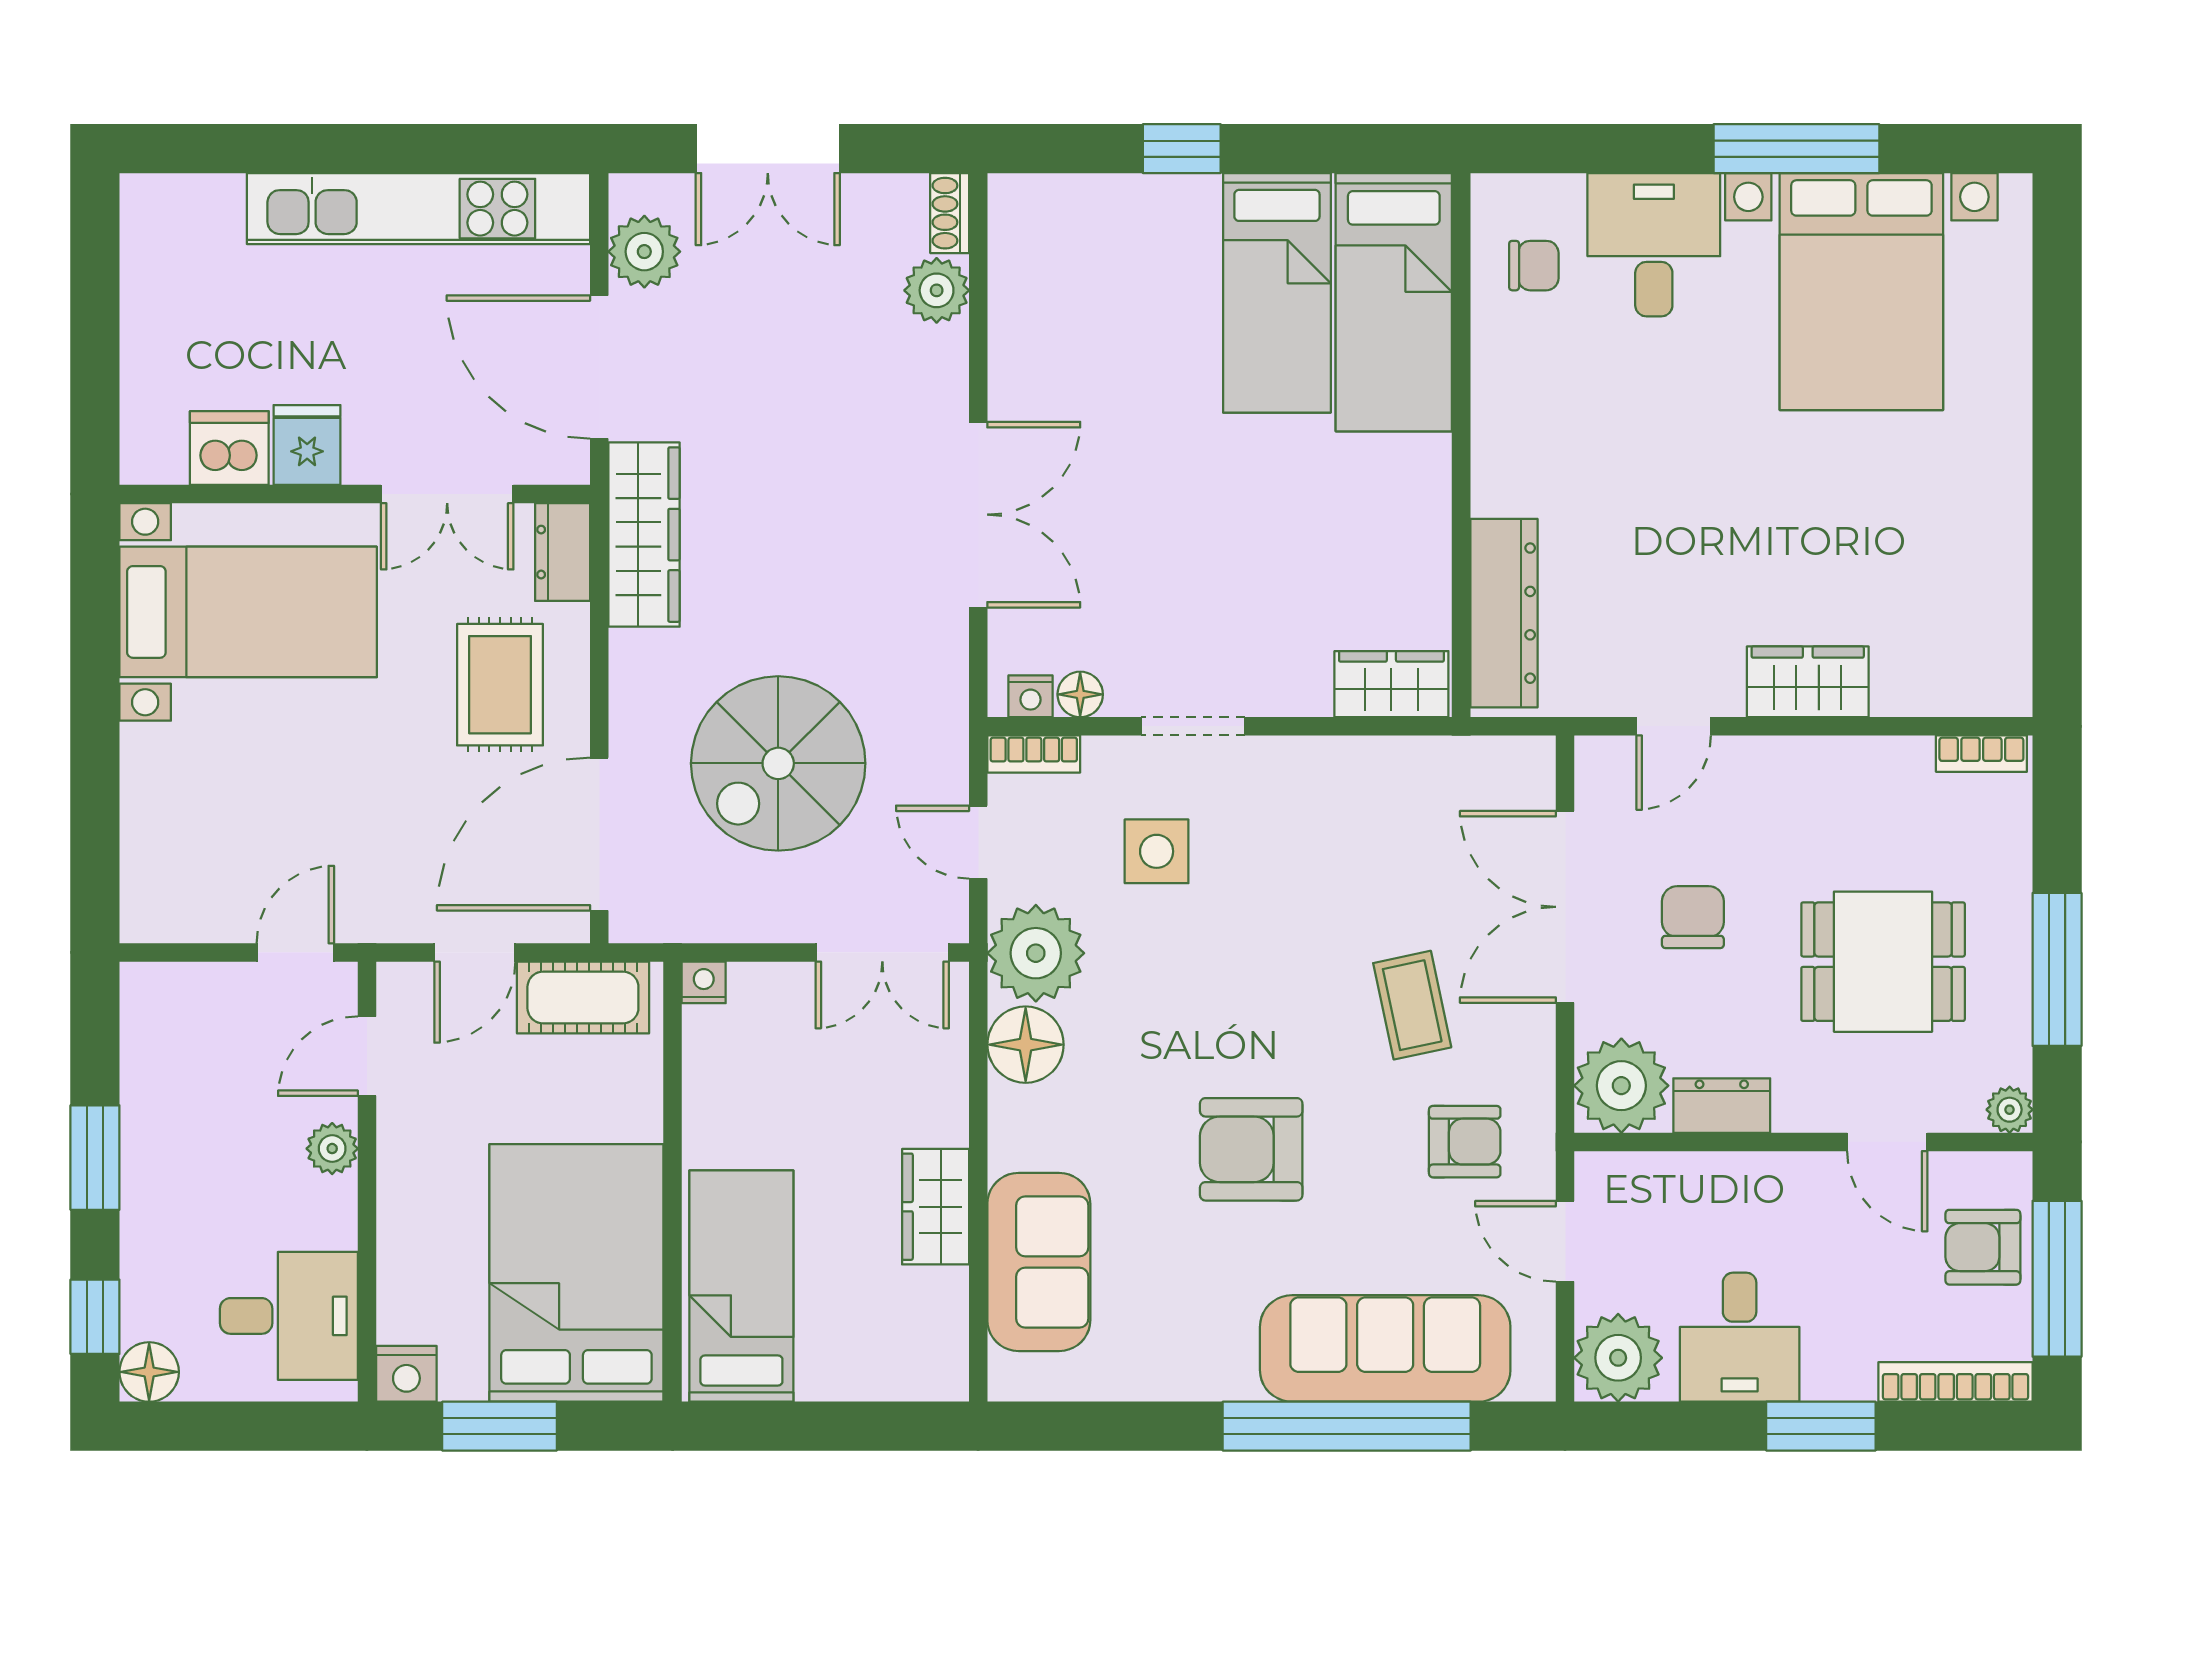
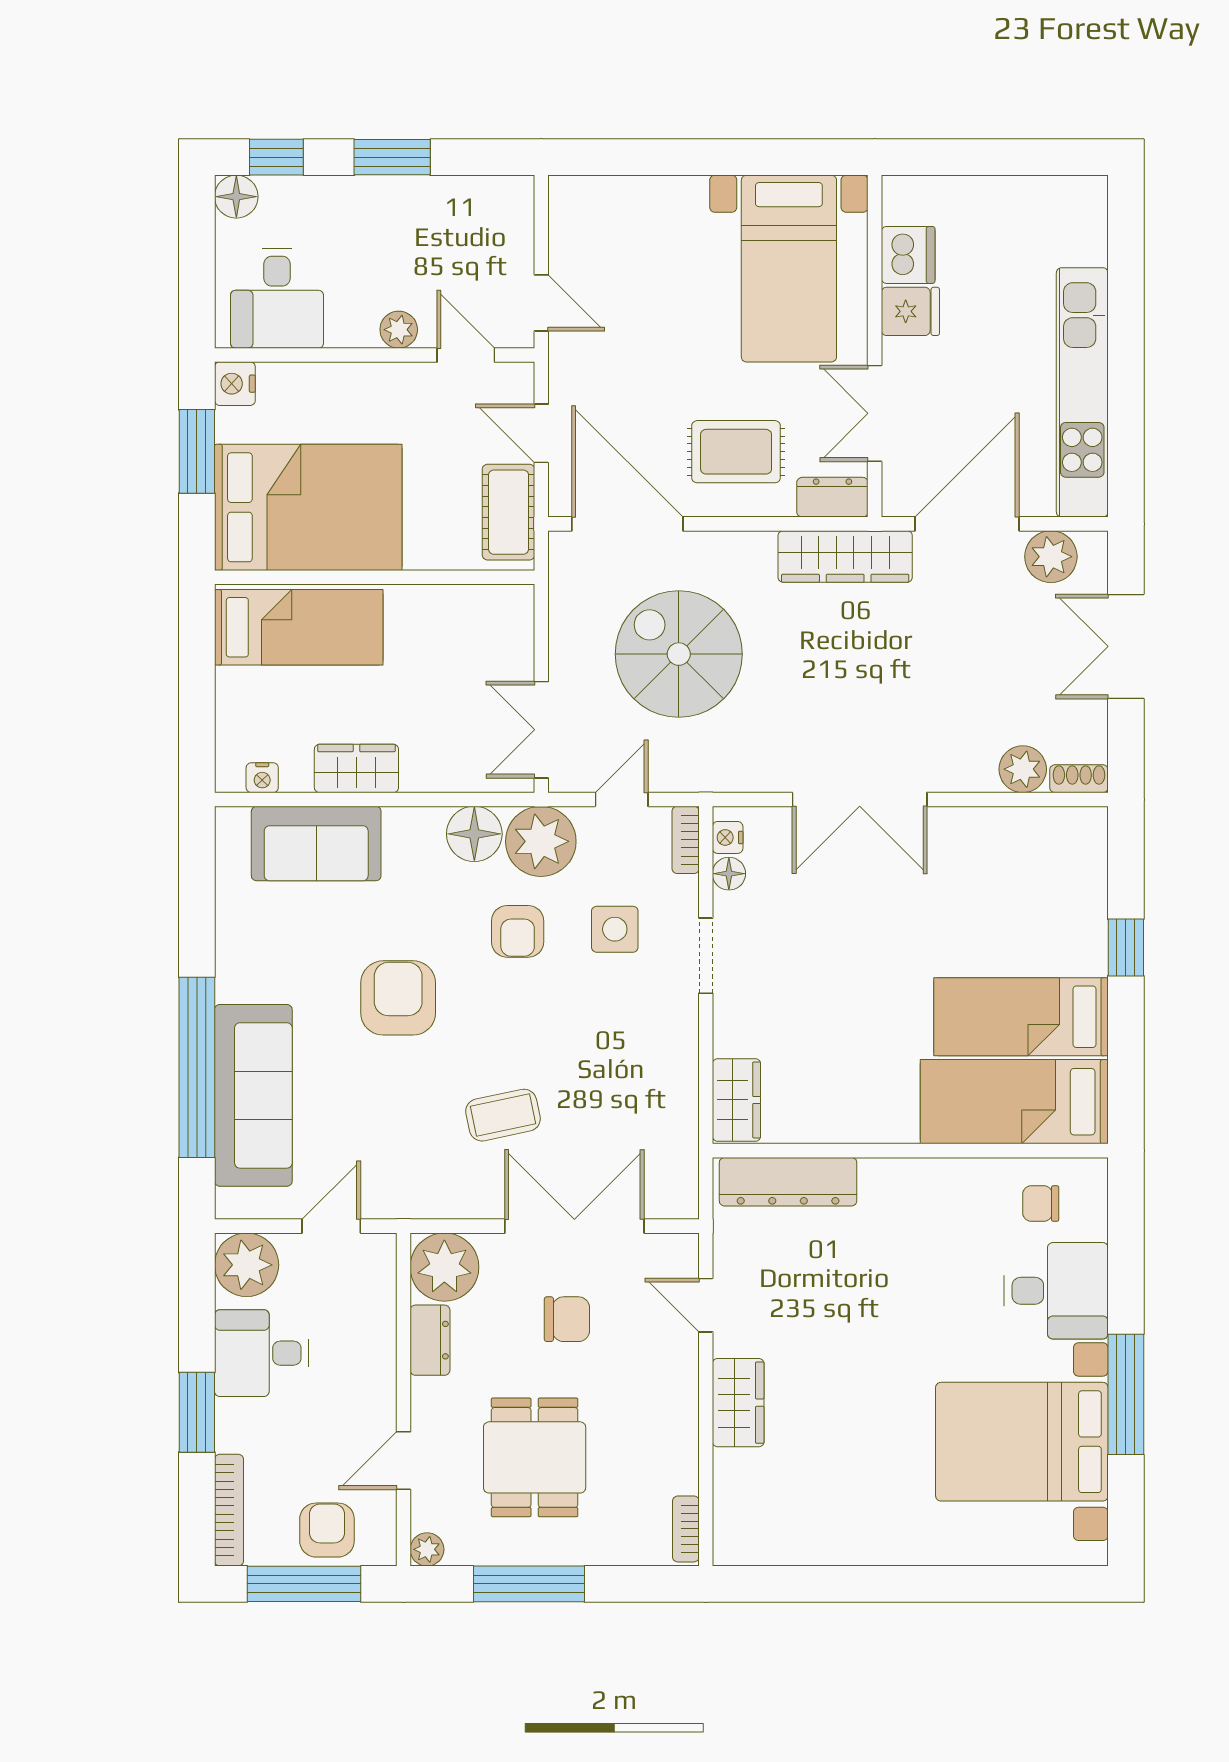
chair: (1534, 266) -> (1041, 1204), turned 90
nightstand: (704, 982) -> (262, 778), moved, turned 90
armchair: (1465, 1142) -> (518, 931), moved

